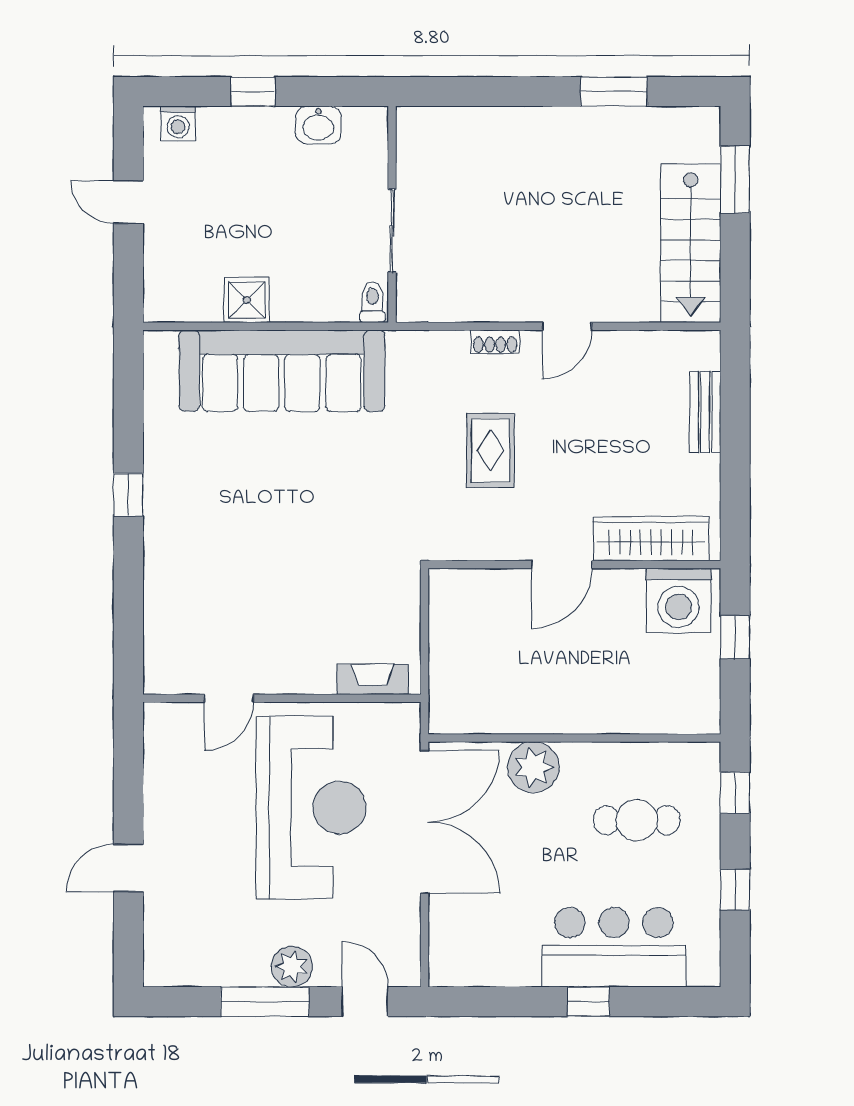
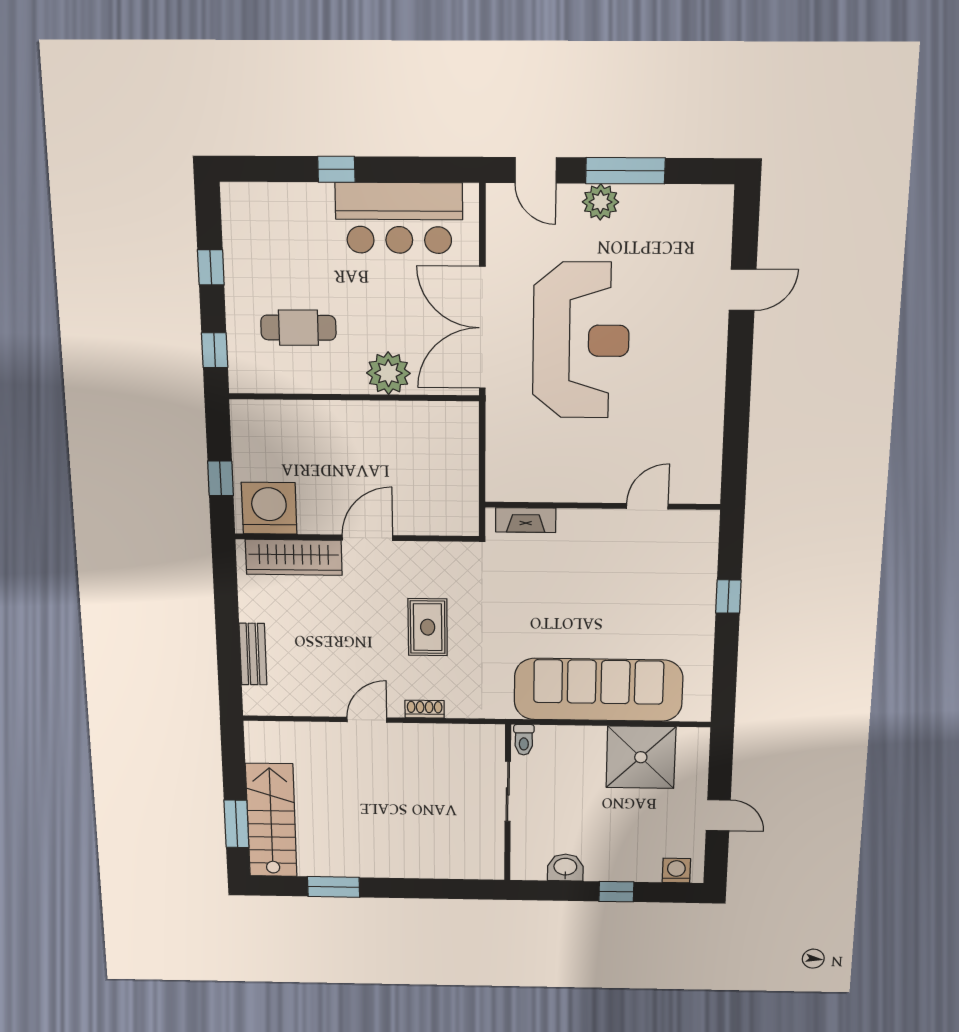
stairs: (691, 243) -> (271, 820), moved
shower: (247, 300) -> (641, 757), width x1.86, depth x1.86
fireplace: (373, 679) -> (526, 520), moved
door: (229, 698) -> (647, 506), moved
wall: (282, 698) -> (602, 506), moved
reception desk: (311, 808) -> (581, 341), turned 180
bar counter: (614, 947) -> (399, 218), moved

